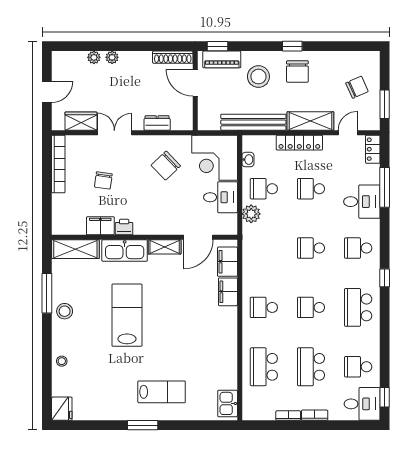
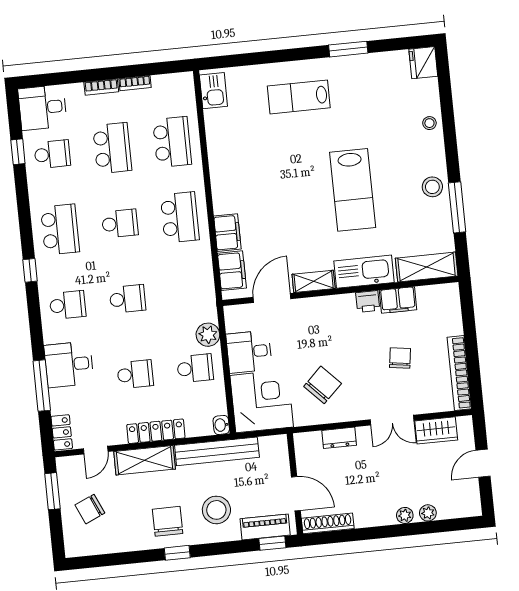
washbasin: (248, 160) -> (221, 425), moved
school desk: (264, 307) -> (180, 217), width x1.85
window: (385, 397) -> (18, 152), moved
window: (143, 425) -> (348, 49), moved

